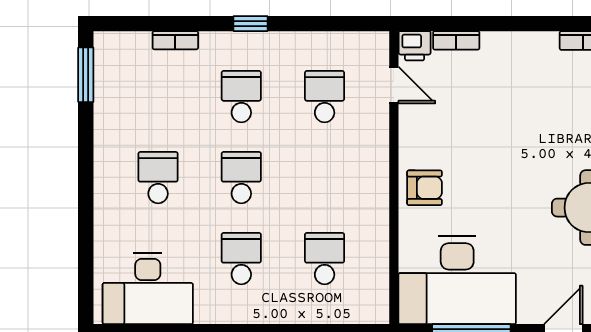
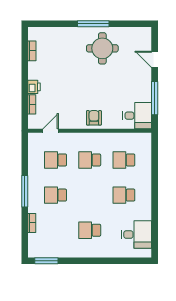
window: (251, 24) -> (25, 191), width x2.17
printer: (415, 46) -> (34, 87), moved
school desk: (241, 178) -> (90, 160), moved
desk: (457, 280) -> (137, 116), width x0.53, depth x0.77
desk: (148, 289) -> (137, 235), width x0.73

